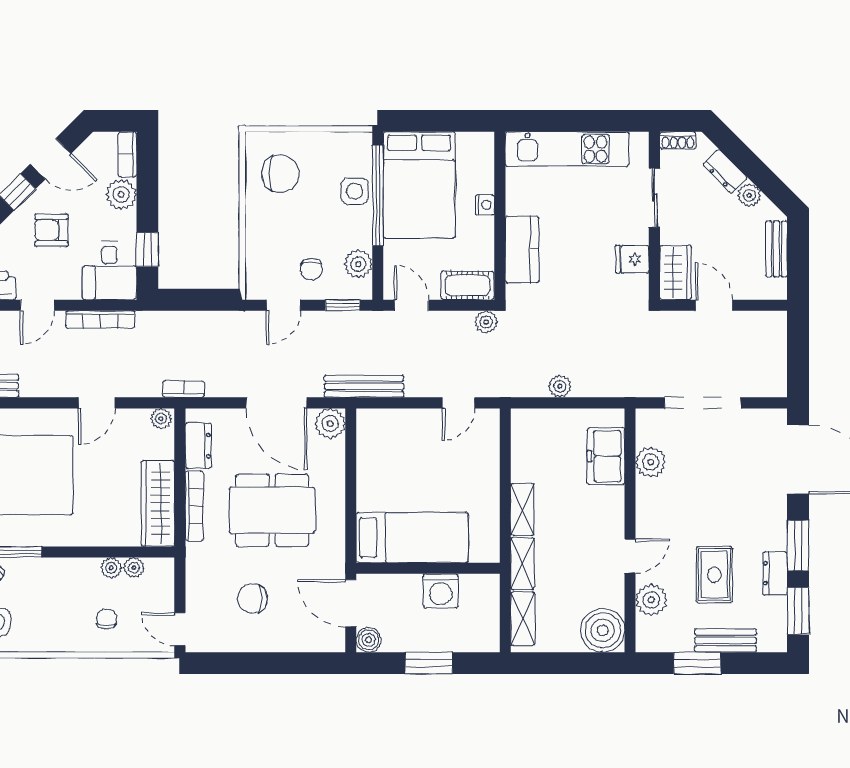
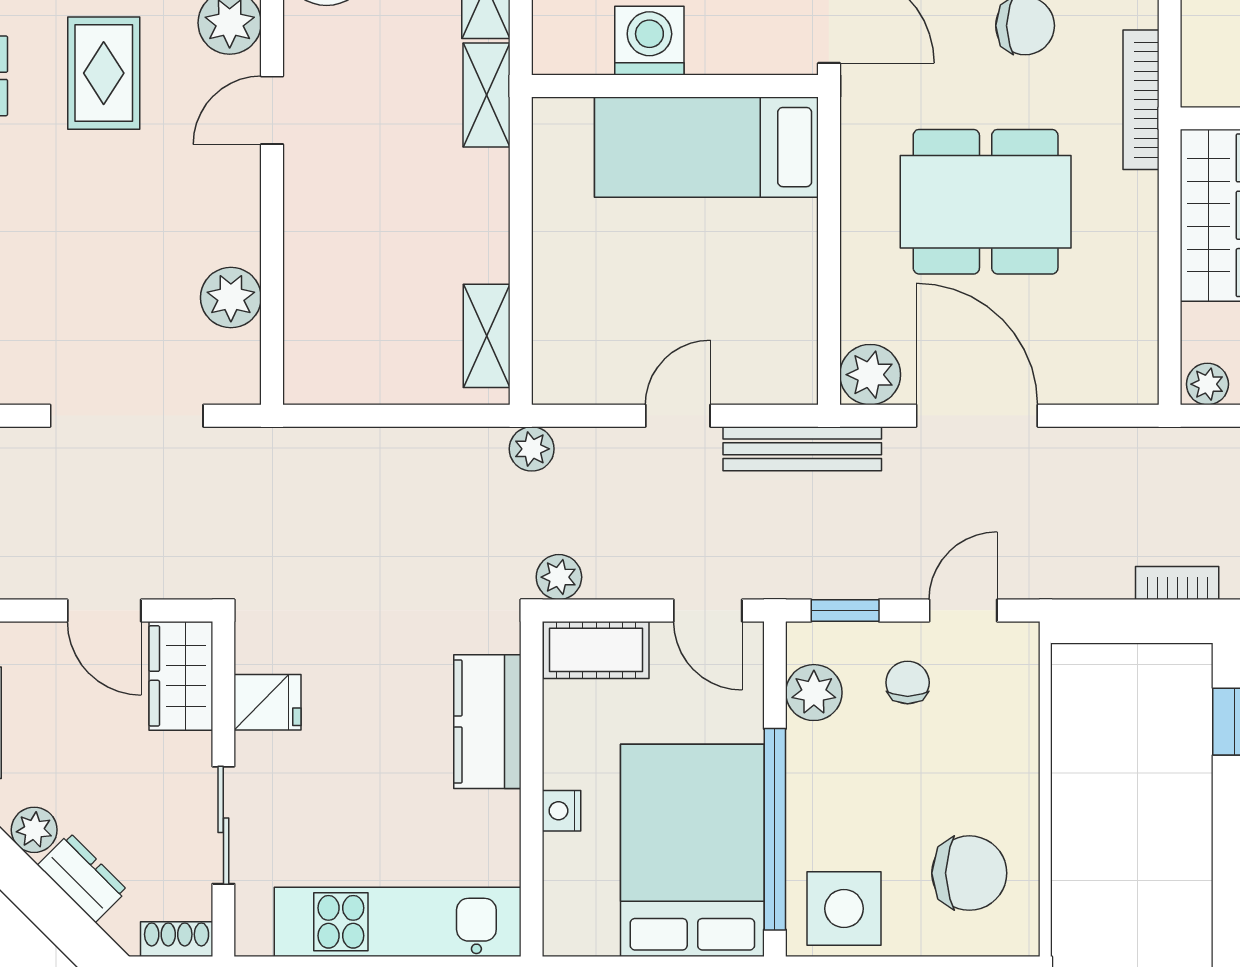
chair: (280, 174) -> (969, 873), turned 180
side table: (355, 191) -> (844, 909), moved, width x1.37, depth x1.37
plant: (560, 386) -> (532, 449), moved
bookcase: (183, 389) -> (1177, 583), moved, turned 180
door: (458, 403) -> (678, 416), moved
dresser: (198, 446) -> (1133, 330), removed
freezer: (606, 456) -> (320, 309), removed
bookcase: (194, 506) -> (1141, 100), moved
shelving: (522, 509) -> (487, 336), moved

